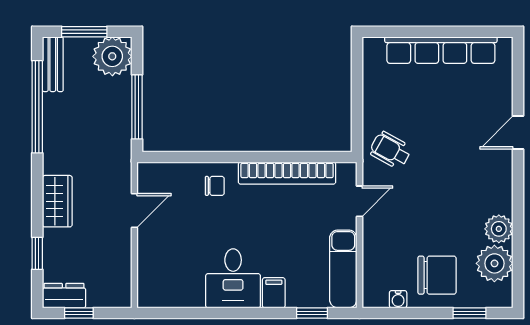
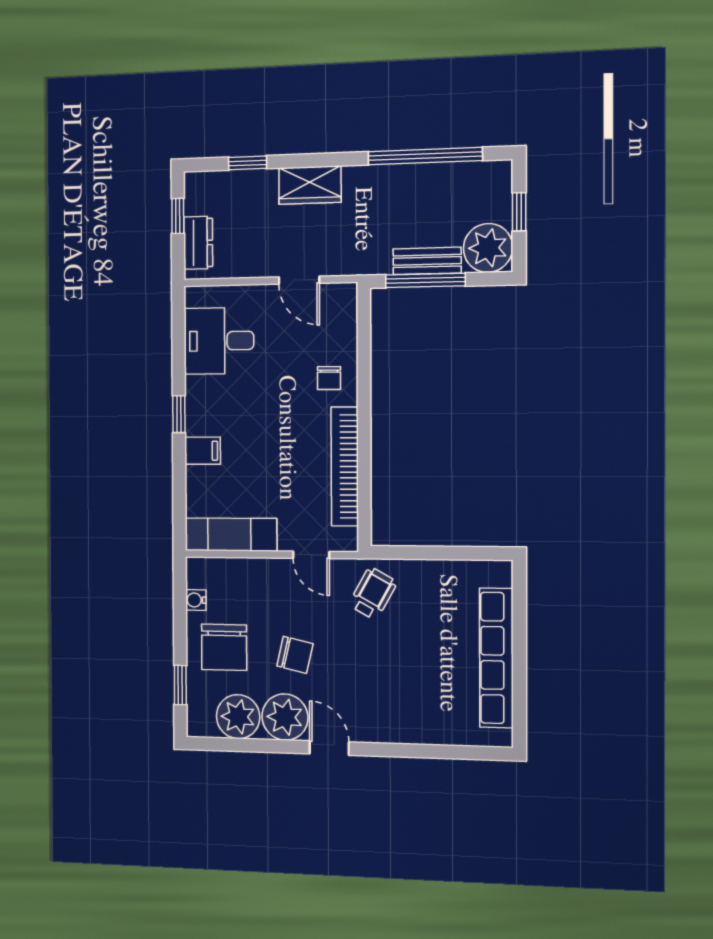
window: (84, 32) -> (519, 212), width x0.67
bench: (53, 64) -> (427, 261), moved
door: (518, 133) -> (329, 748), moved
chair: (442, 215) -> (295, 655), added
plant: (499, 229) -> (285, 717), width x1.36, depth x1.36
desk: (233, 278) -> (219, 341), moved
dresser: (64, 296) -> (198, 243), moved
window: (312, 313) -> (179, 414), moved

